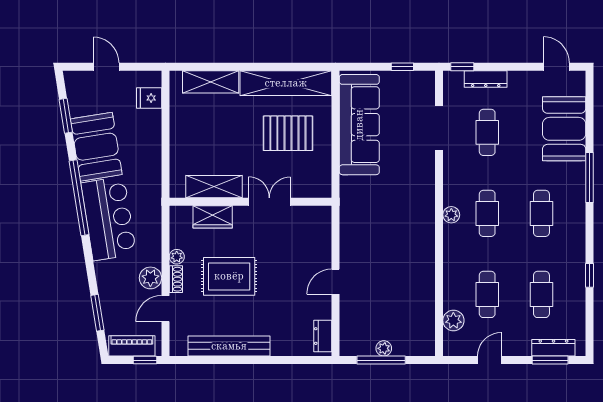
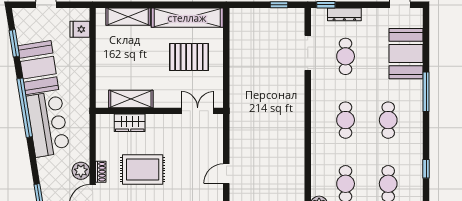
sofa: (359, 125) -> (245, 50), removed
double door: (269, 202) -> (198, 111), moved
plant: (451, 215) -> (317, 121), removed
plant: (177, 257) -> (101, 154), removed

